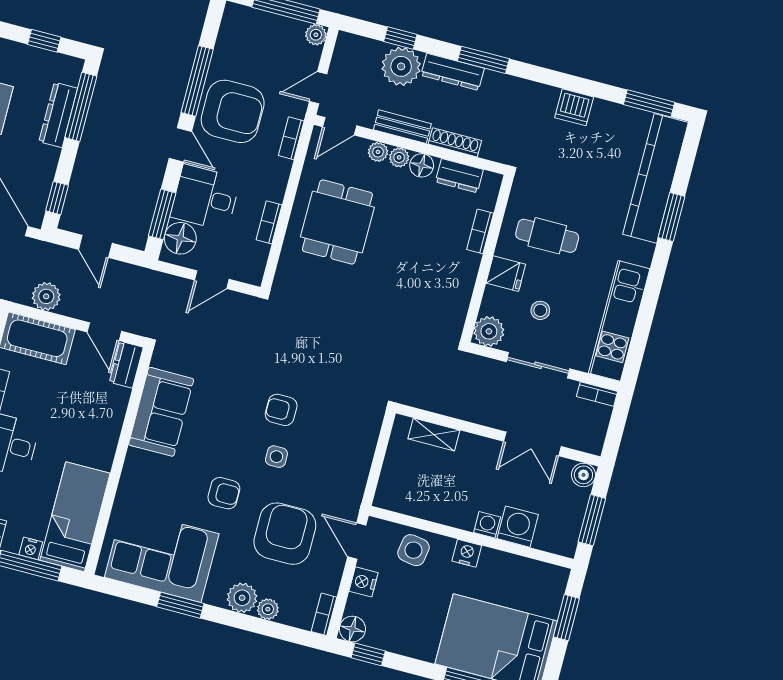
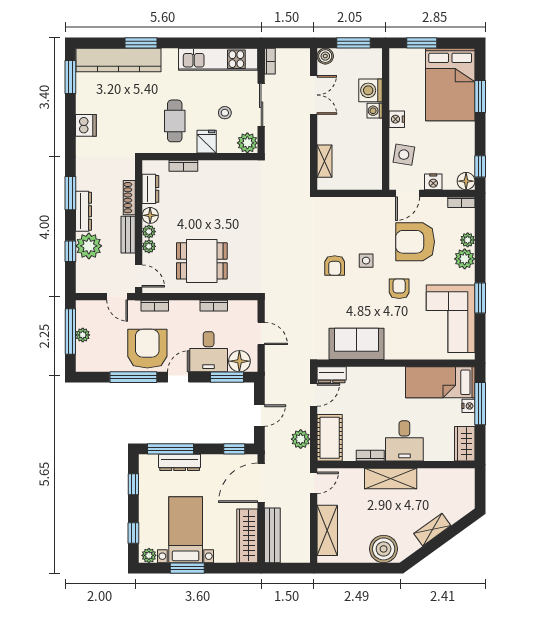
plant: (316, 35) -> (83, 335), moved

